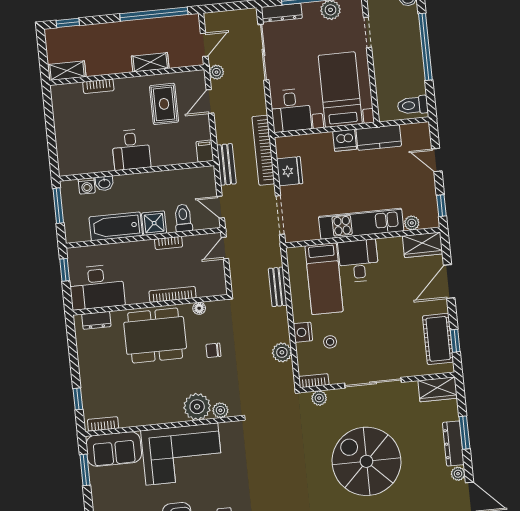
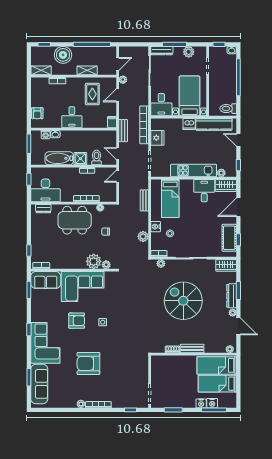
boiler: (104, 38) -> (63, 55), added
kitchen counter: (379, 138) -> (214, 124), width x1.50
armchair: (68, 149) -> (37, 113), added
desk: (358, 261) -> (204, 191), moved

